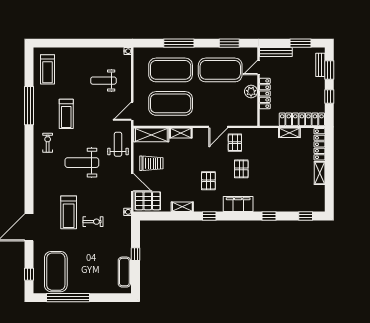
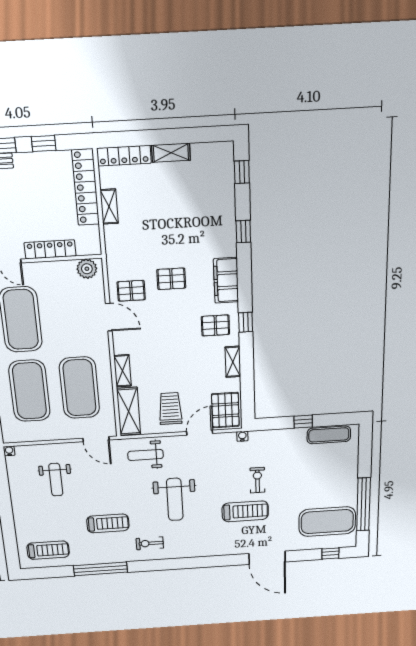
plant: (251, 92) -> (87, 269), moved
pallet: (208, 181) -> (215, 325), moved

